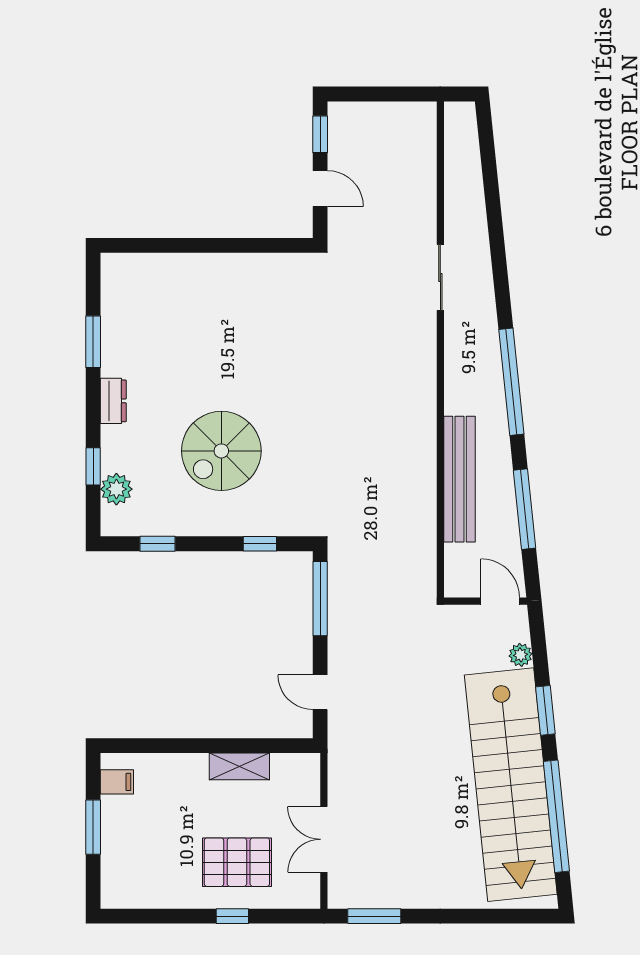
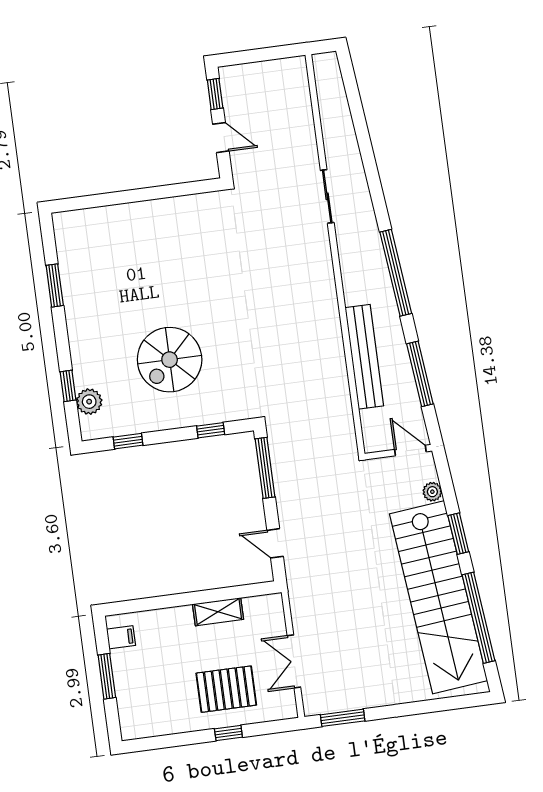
dresser: (113, 401) -> (77, 331), removed

